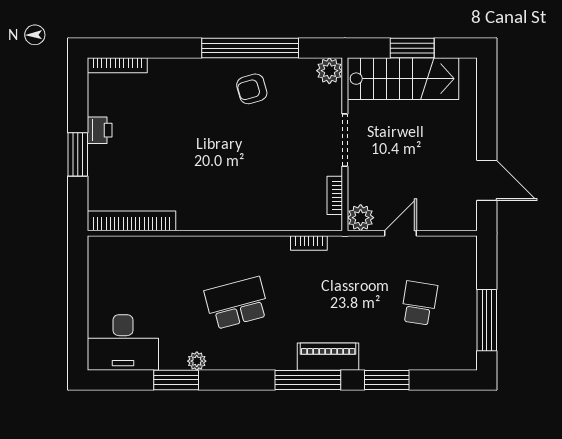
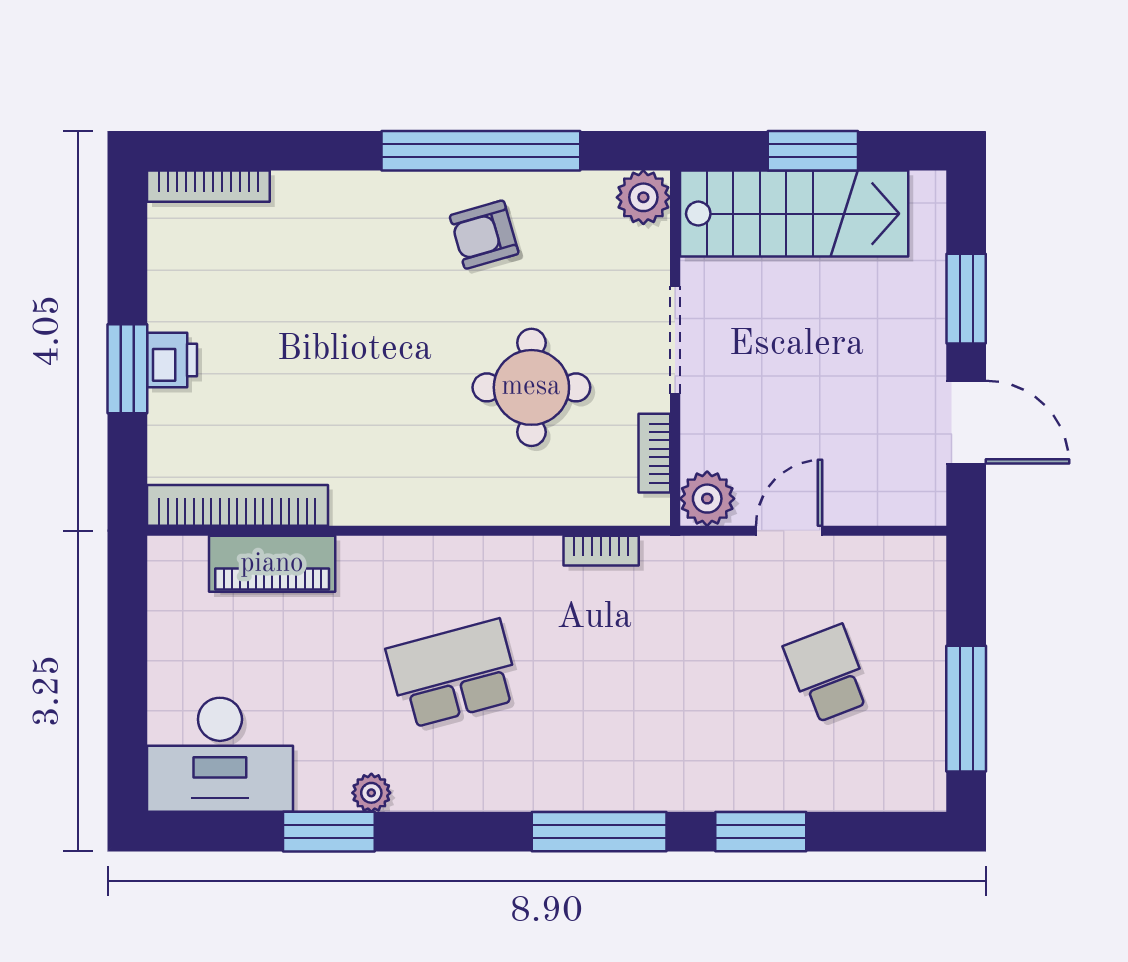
window: (487, 120) -> (966, 299), added
printer: (100, 130) -> (172, 360), moved
round table: (275, 163) -> (531, 387), added
school desk: (419, 303) -> (827, 674), turned -30
piano: (328, 357) -> (272, 564), moved, turned 180

